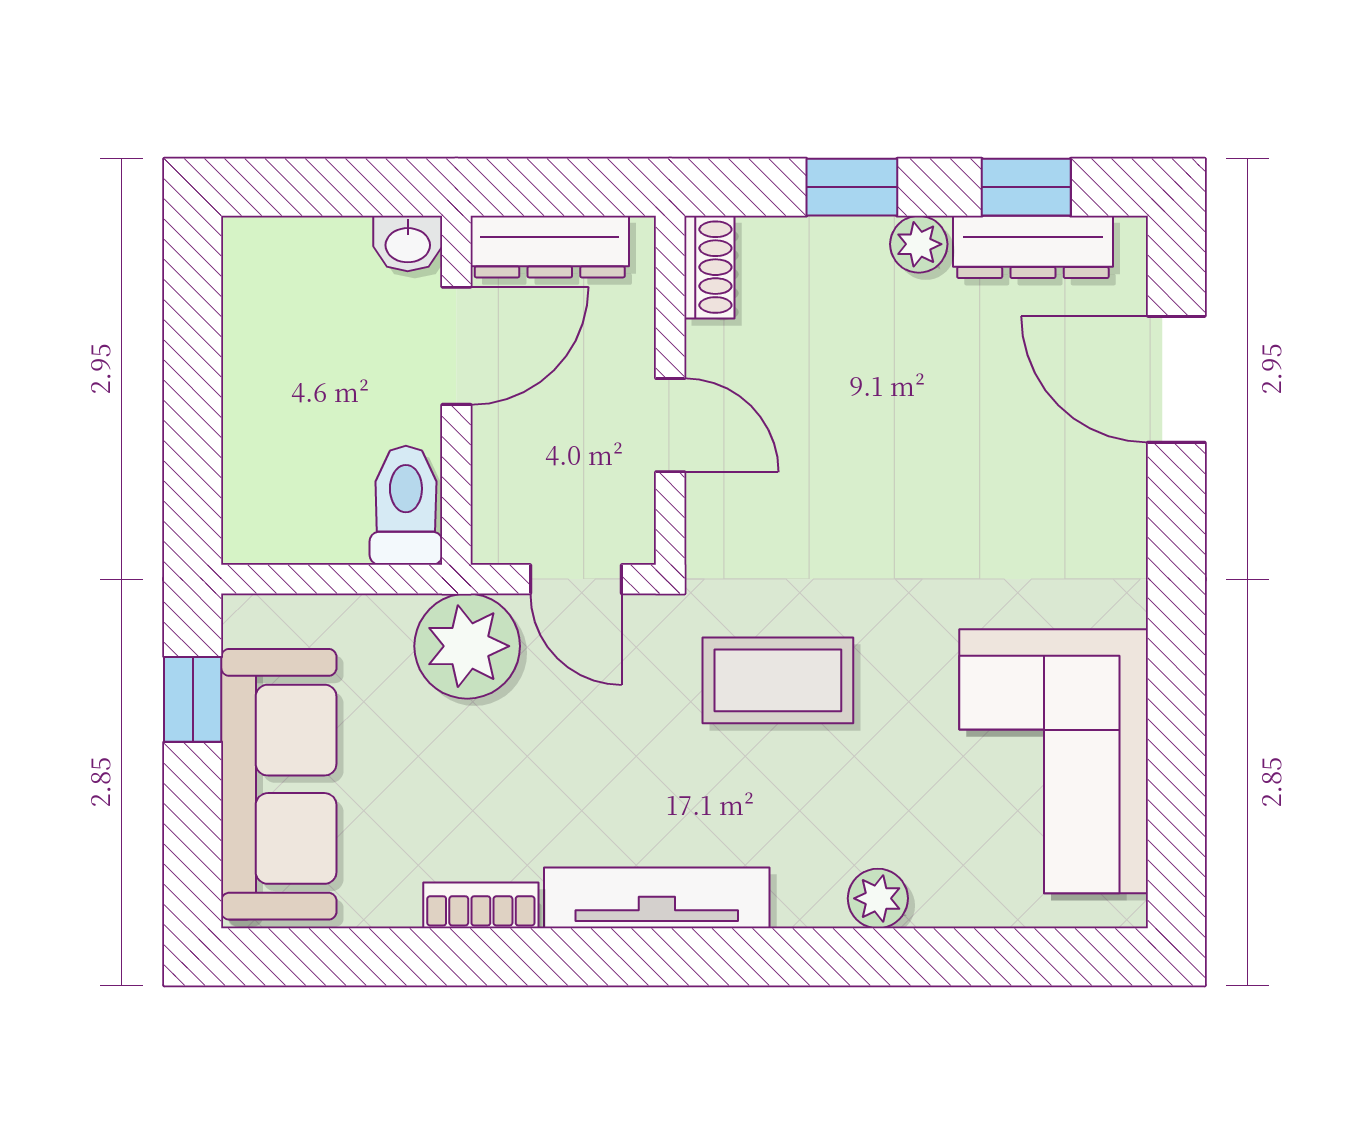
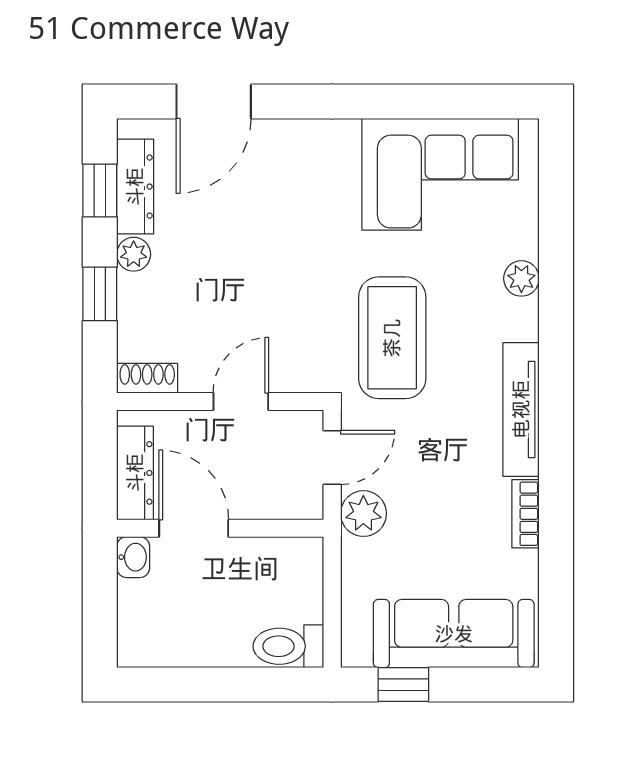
toilet: (406, 505) -> (288, 646), moved
plant: (467, 646) -> (363, 514), width x0.73, depth x0.73
coffee table: (778, 680) -> (392, 338), width x1.36, depth x1.32

